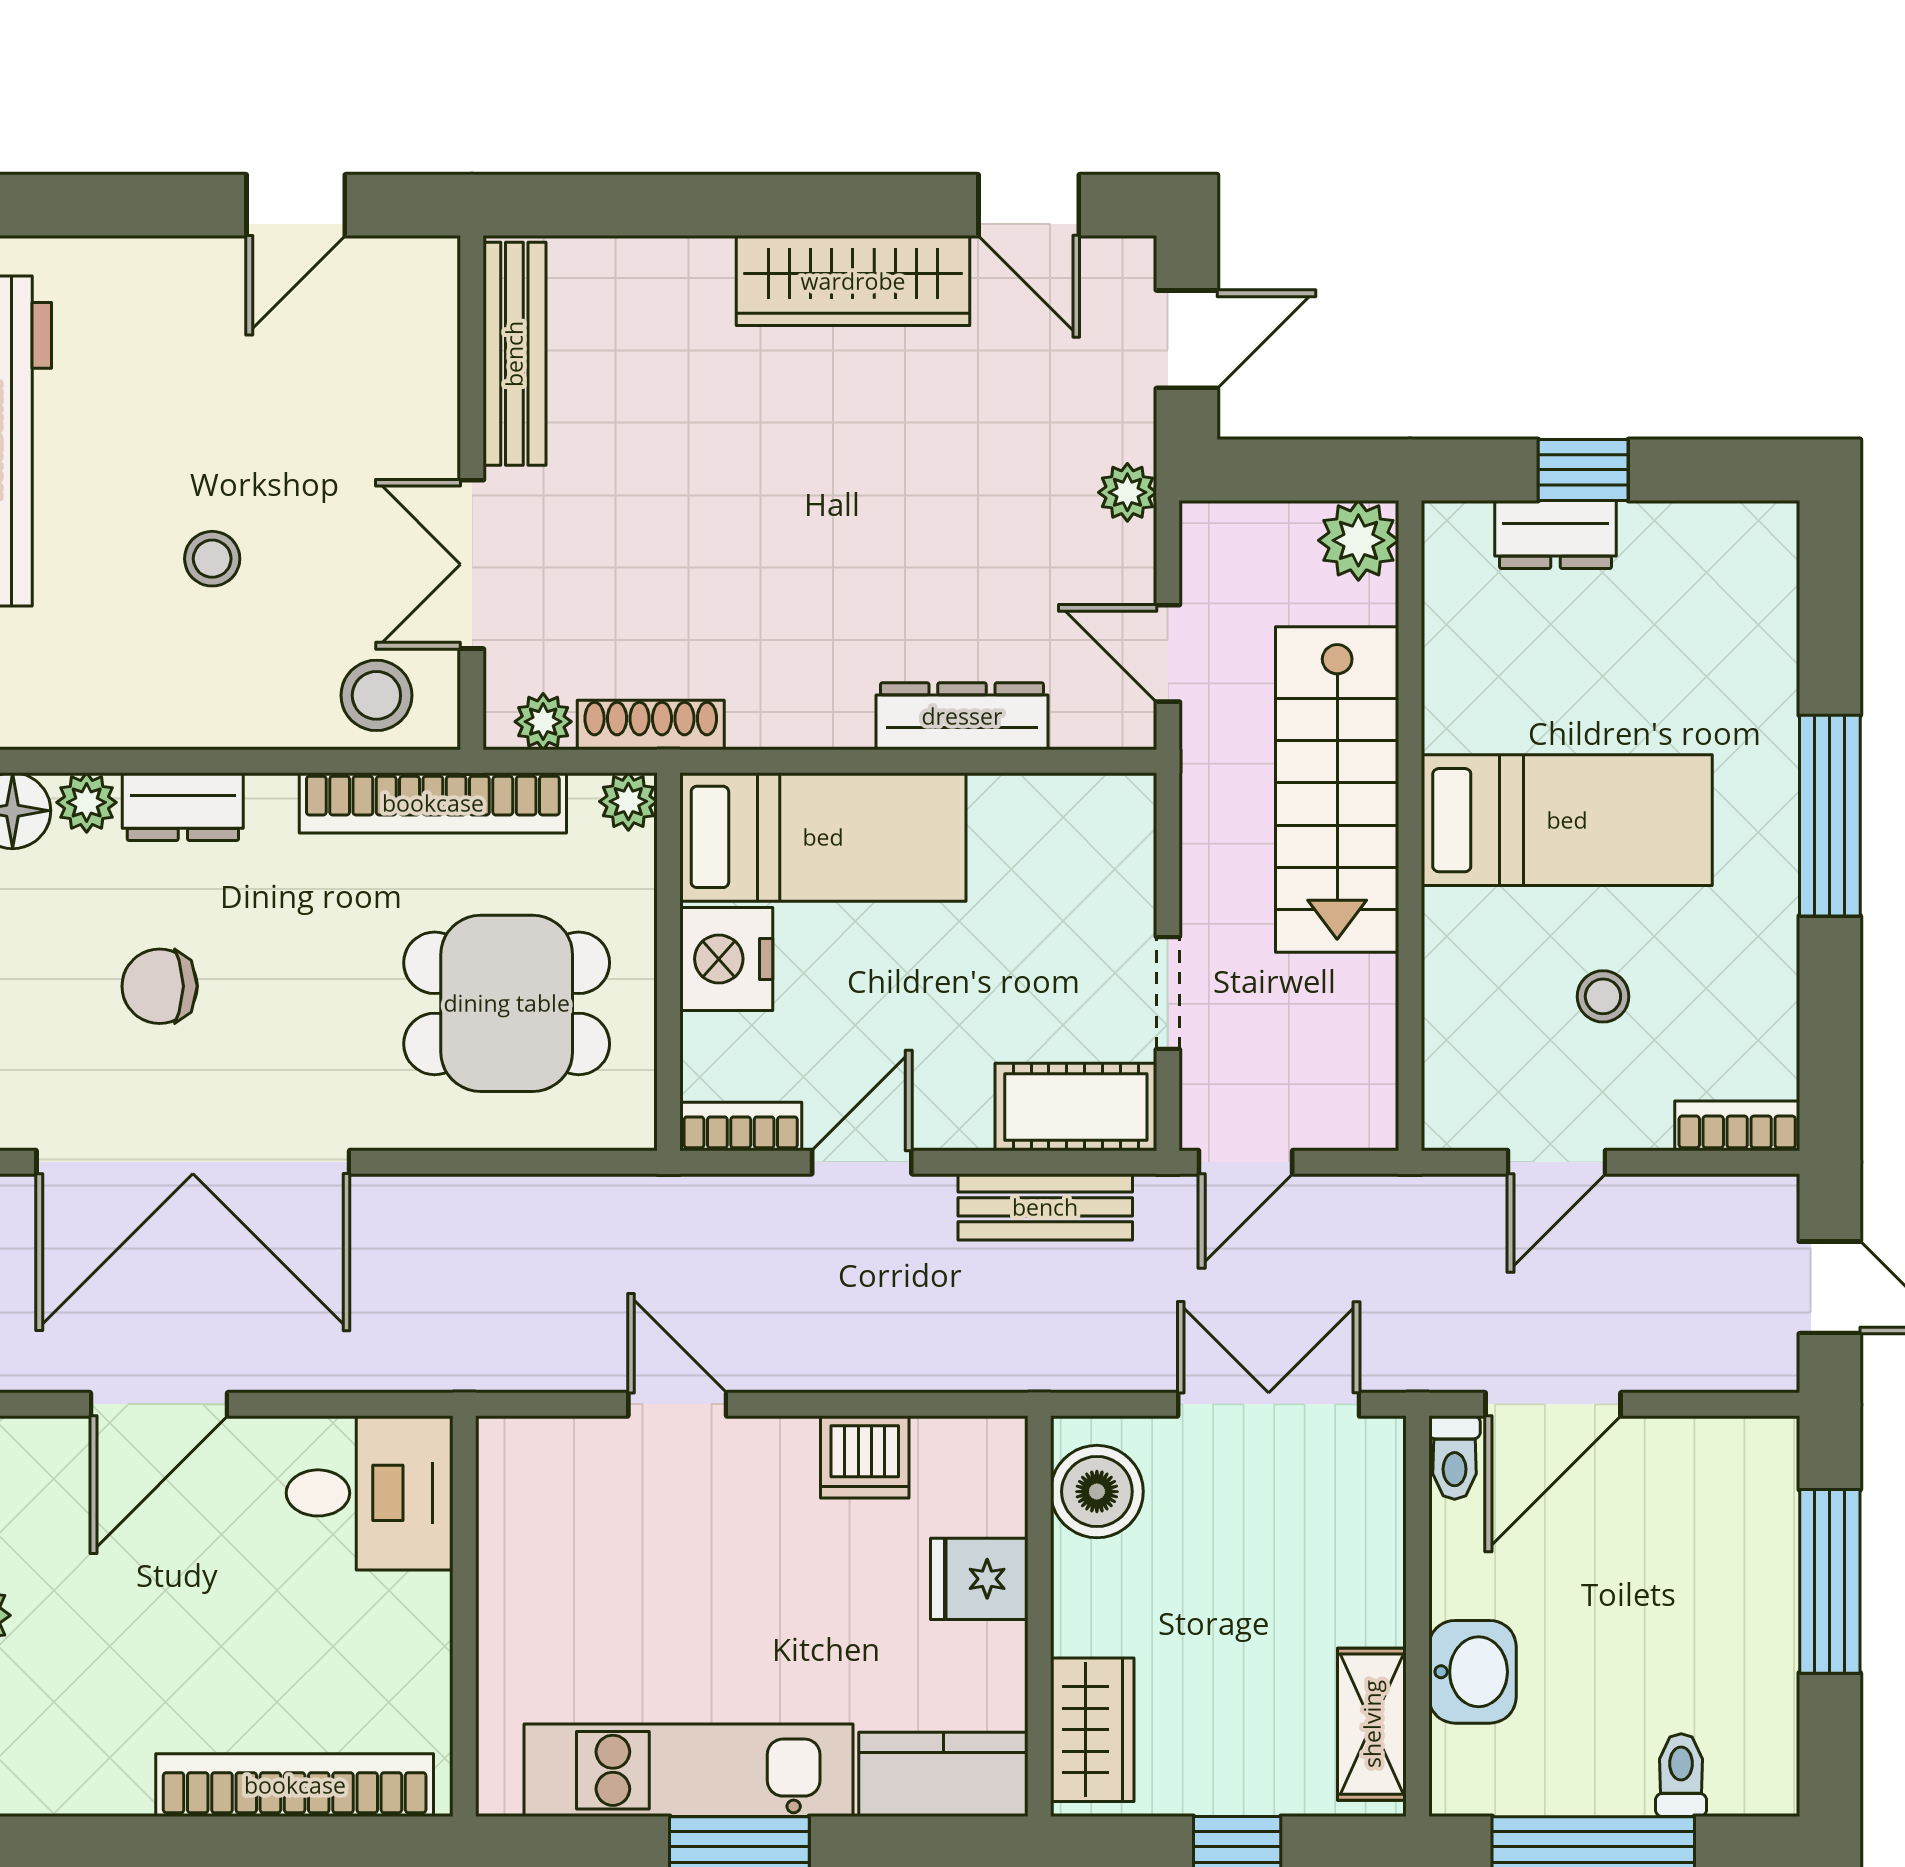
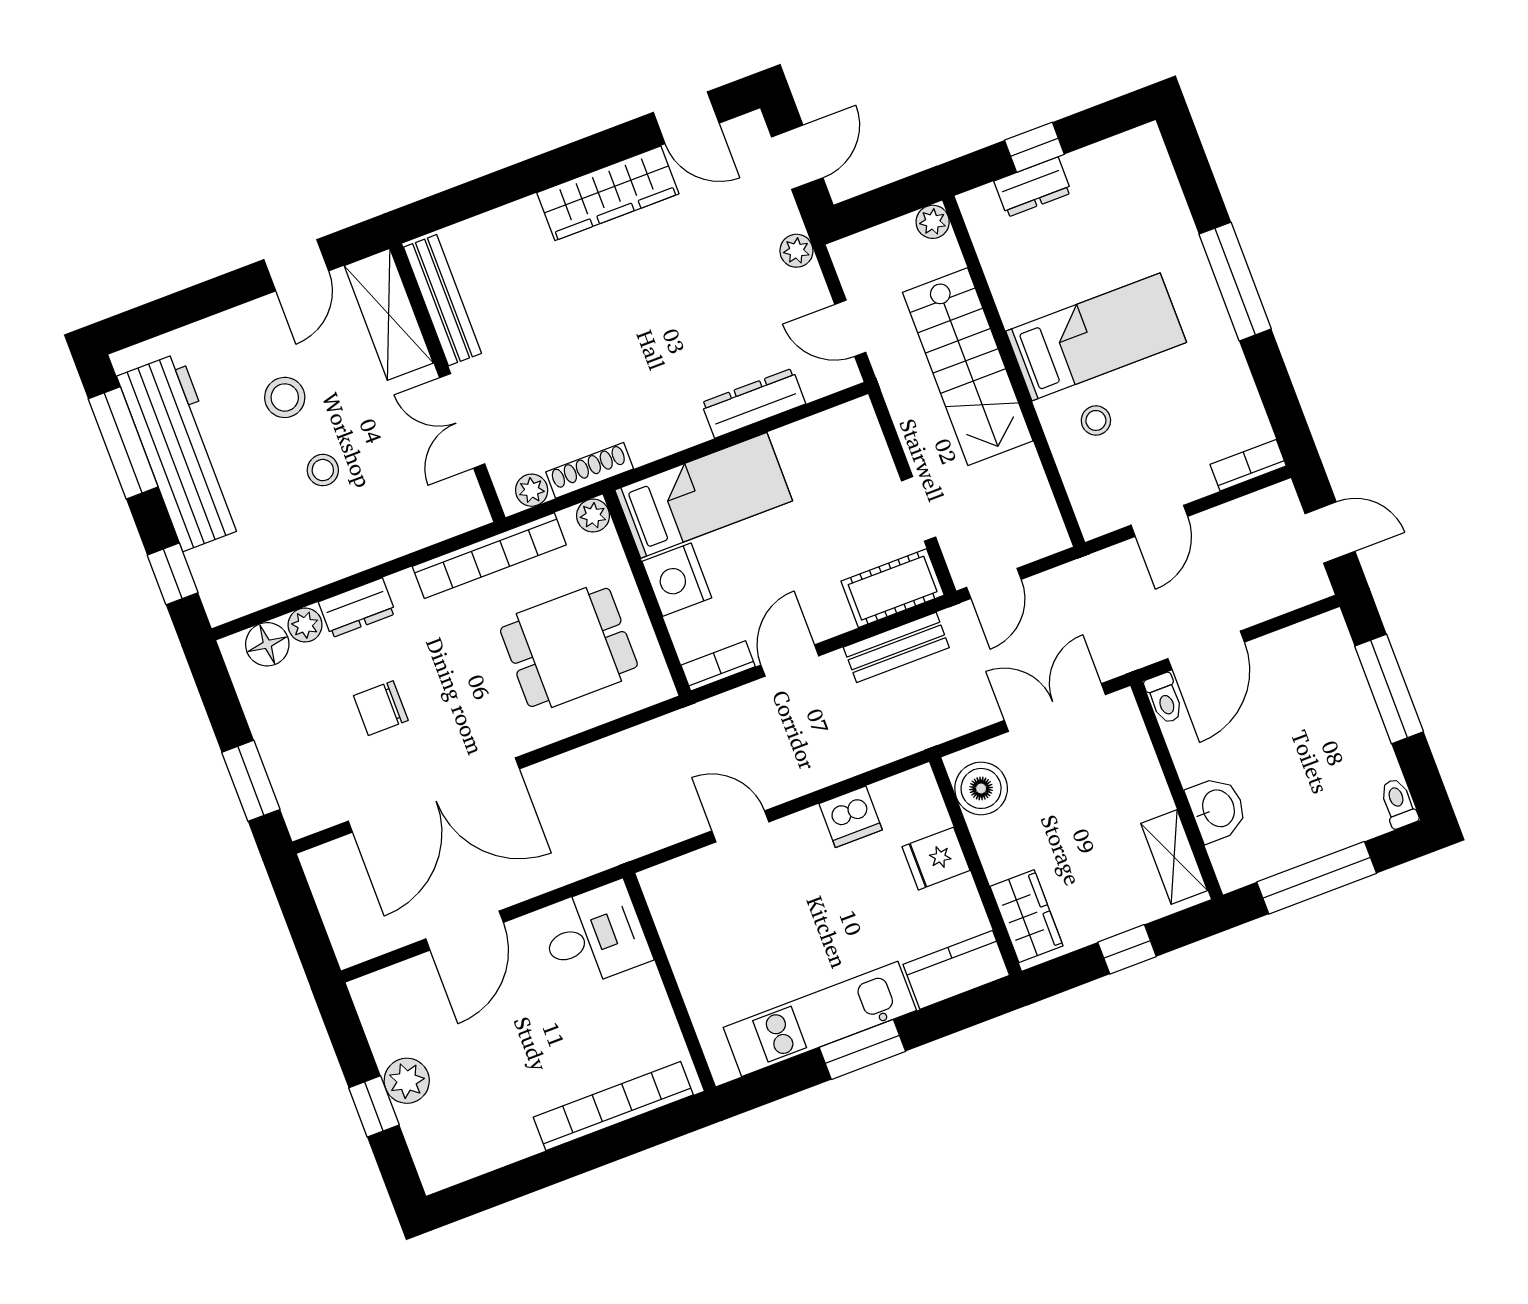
shelving: (417, 343) -> (389, 314), added
plant: (1358, 540) -> (933, 222), width x0.73, depth x0.73
stool: (376, 695) -> (285, 397), moved
stool: (1603, 996) -> (1096, 420), moved
toilet: (1681, 1775) -> (1398, 803), moved

